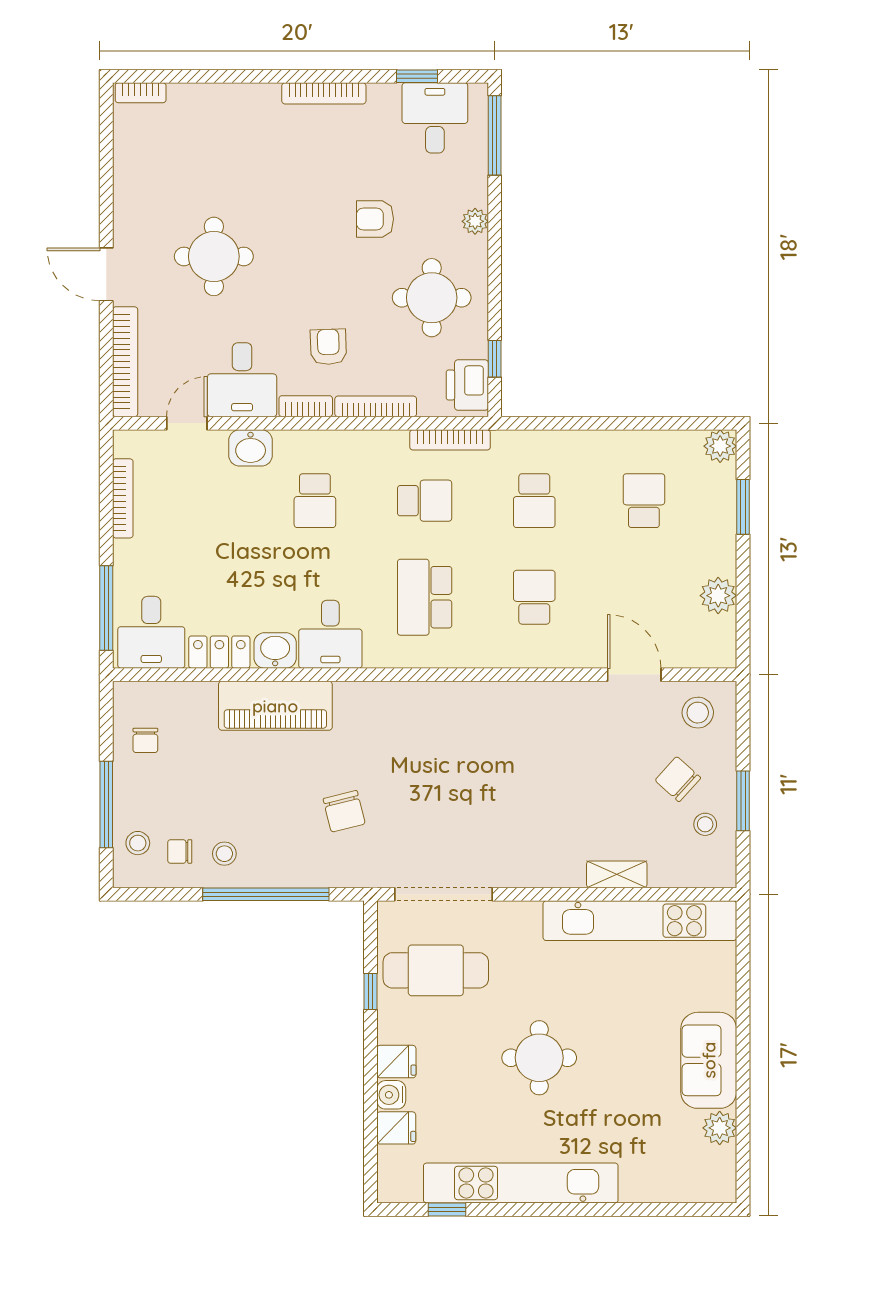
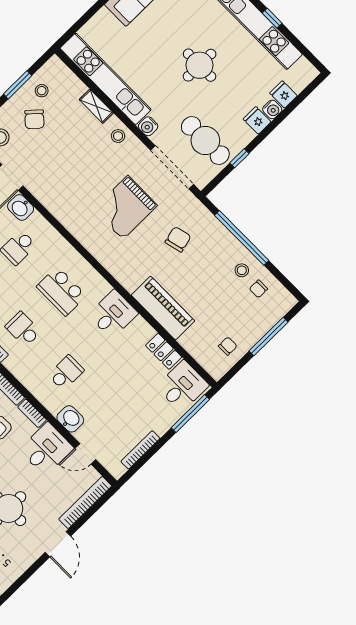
school desk: (425, 597) -> (61, 291), turned 90
washbasin: (275, 650) -> (21, 207), moved
grand piano: (451, 784) -> (125, 207), added
stool: (138, 843) -> (118, 136), moved
chair: (180, 851) -> (258, 289), turned 90
water cooler: (526, 915) -> (148, 126), added
window: (447, 1209) -> (272, 18), moved

